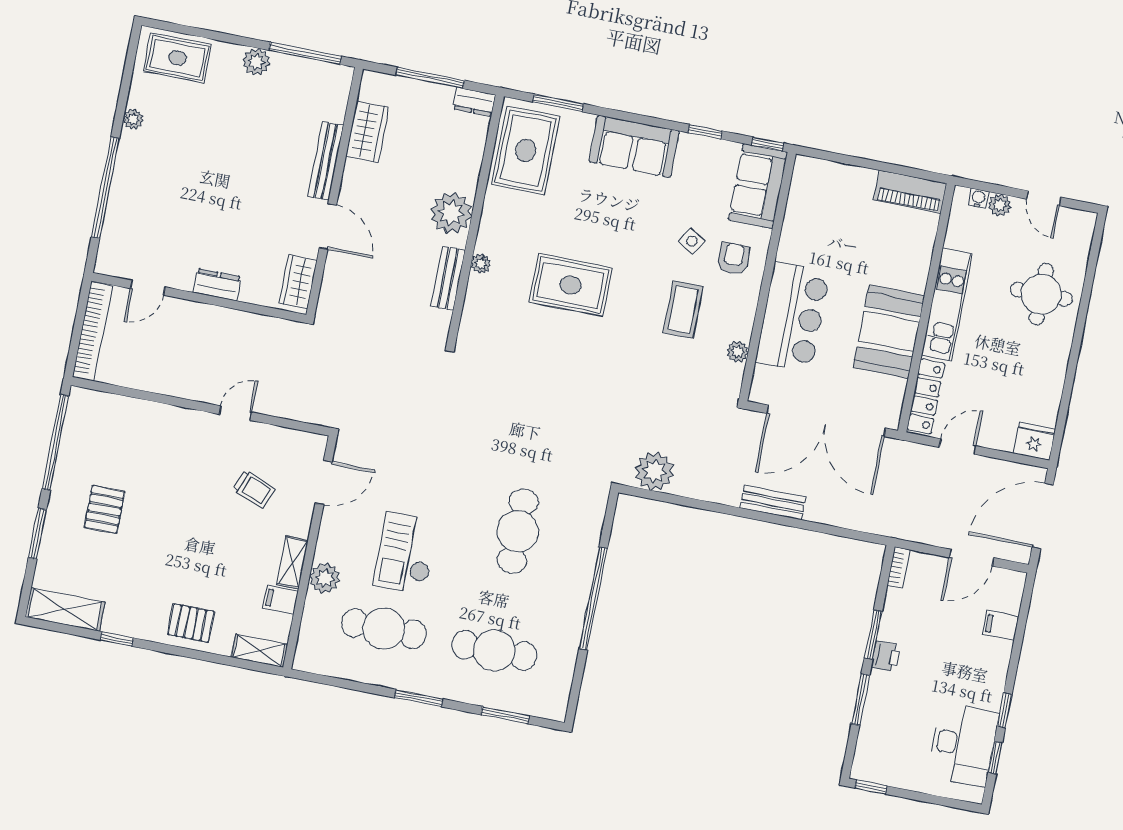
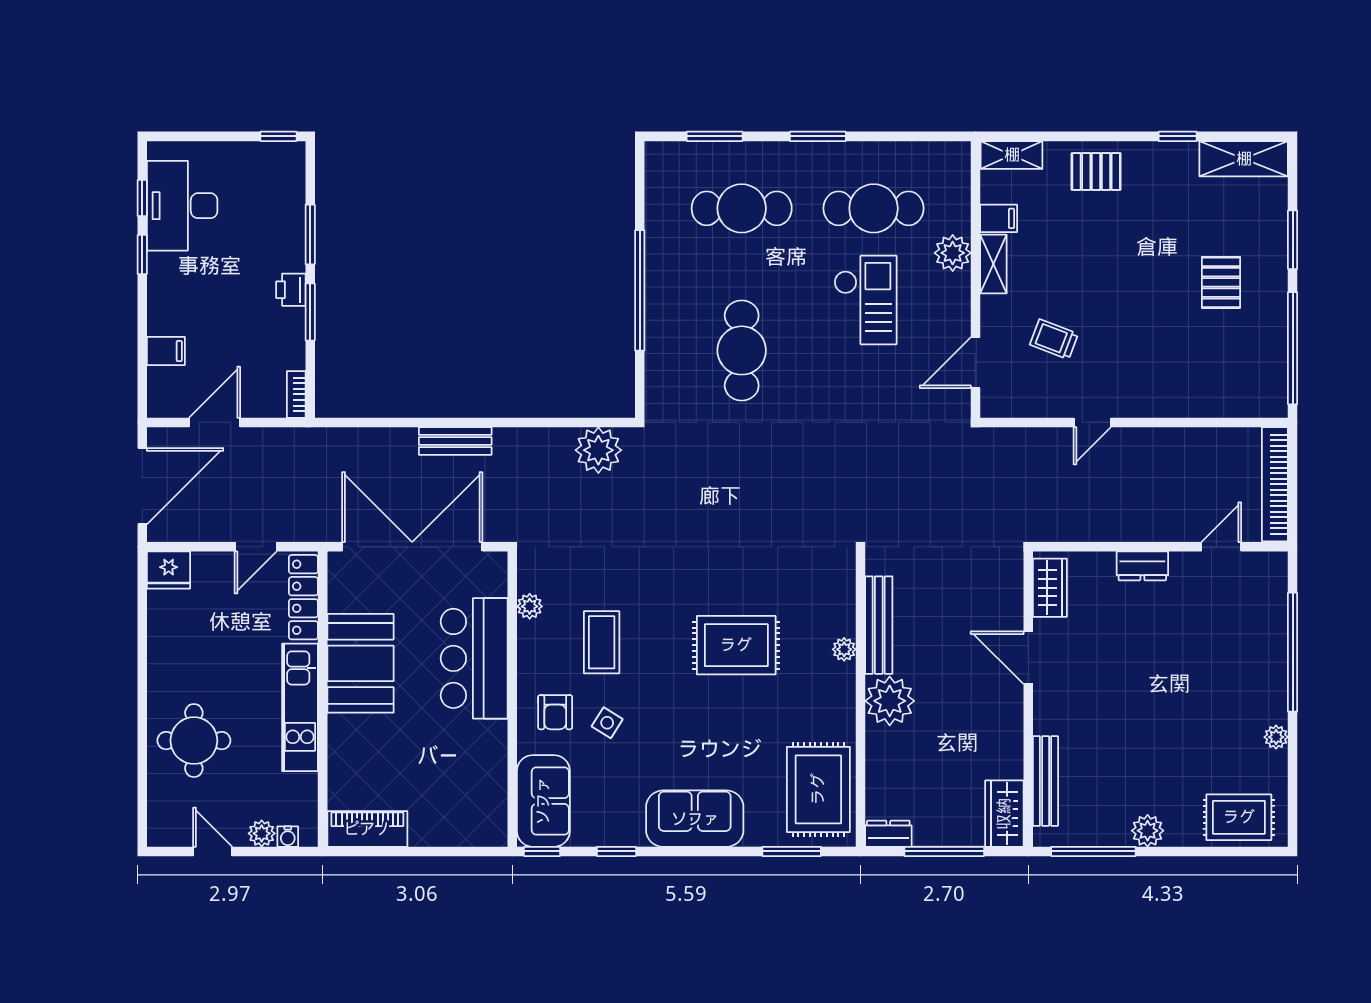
wardrobe: (367, 131) -> (1004, 814), moved
bench: (326, 161) -> (1046, 781), moved
bench: (448, 278) -> (879, 625), width x1.36

